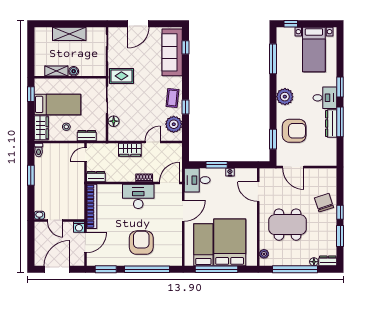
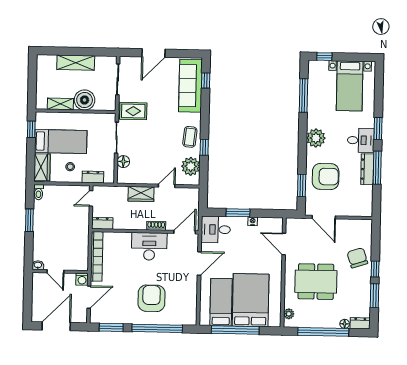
boiler: (74, 71) -> (85, 100), width x1.86, depth x1.86

